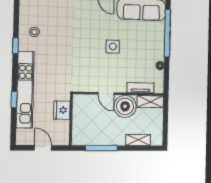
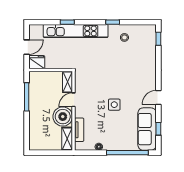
fridge: (62, 110) -> (37, 62), moved
shelving: (138, 140) -> (68, 82), moved

